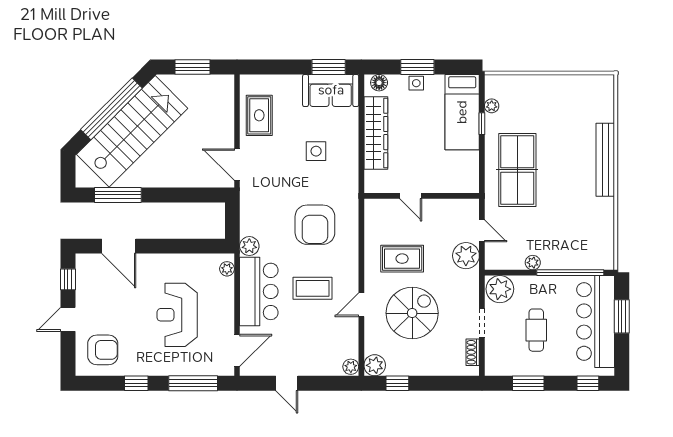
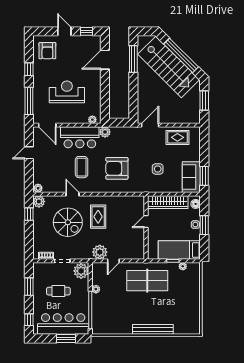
door: (411, 196) -> (146, 221), moved
wall: (422, 196) -> (146, 228), moved

